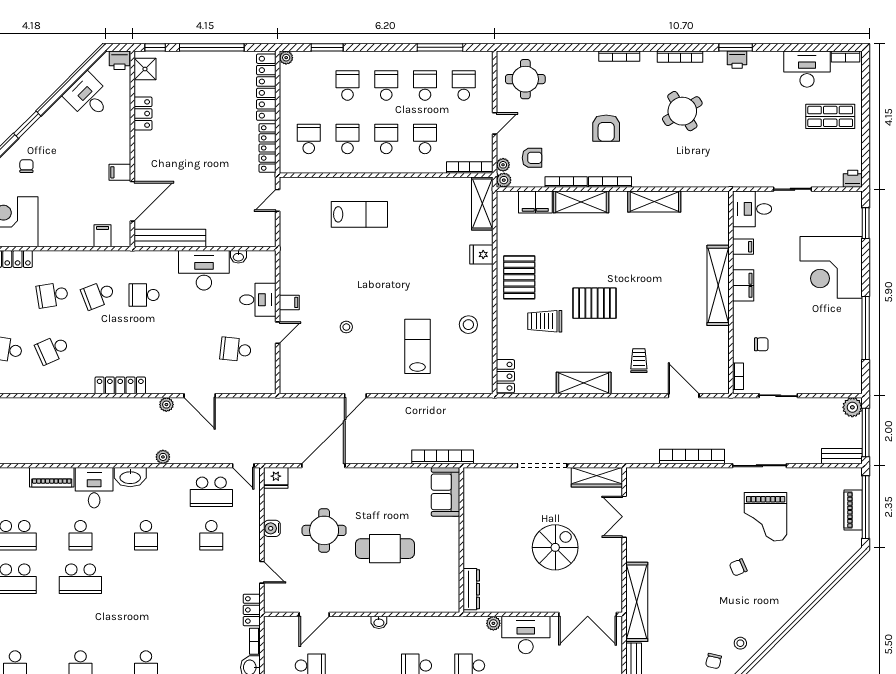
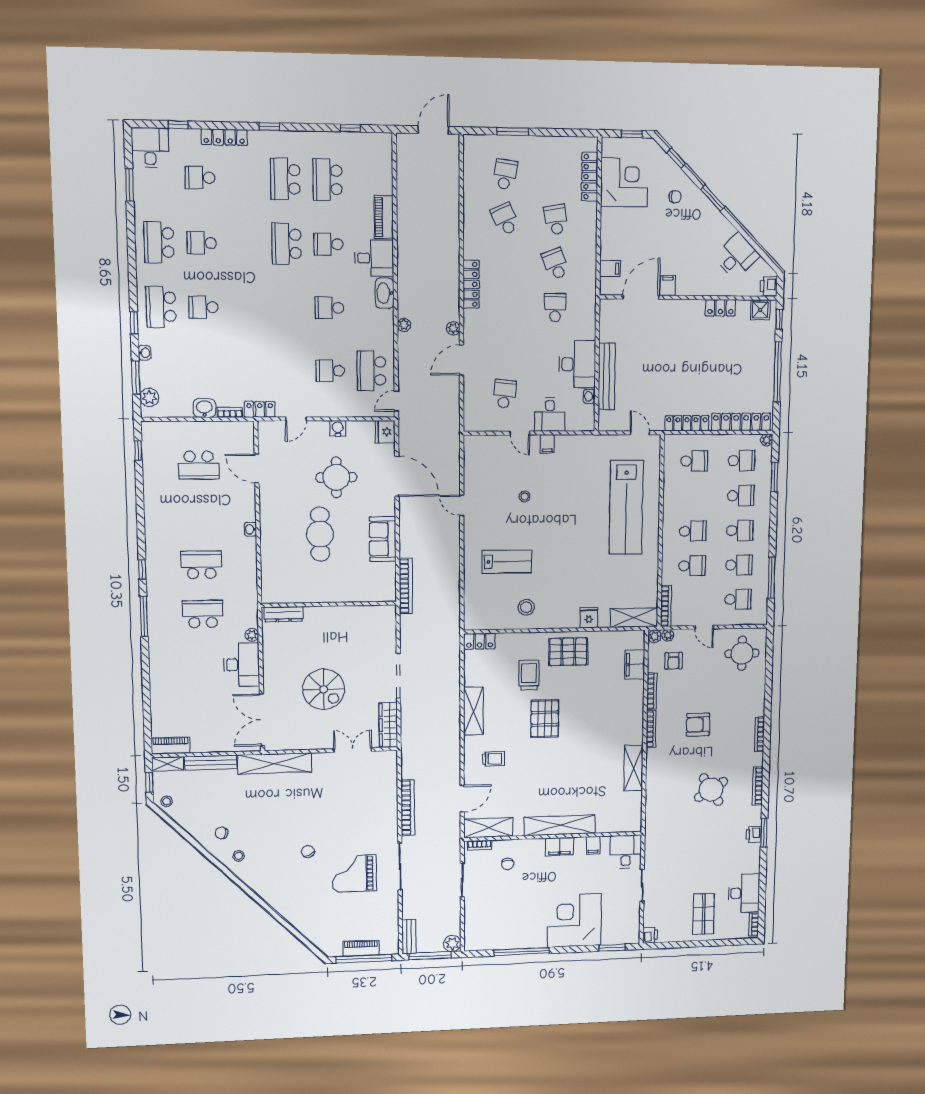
school desk: (347, 139) -> (742, 461), moved
door: (132, 201) -> (641, 297), swing flipped
shelving: (581, 202) -> (488, 828), moved, turned 90
lab bench: (359, 214) -> (626, 508), width x1.86, depth x1.39
bench: (170, 238) -> (607, 376), moved
sofa: (446, 492) -> (383, 539), moved, turned -90

